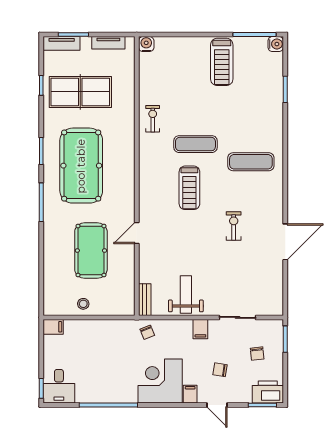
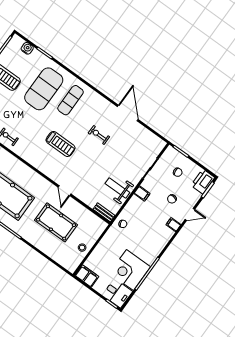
water cooler: (276, 44) -> (27, 48), moved
exercise mat: (195, 144) -> (44, 89), moved, width x2.00, depth x1.45
filing cabinet: (53, 327) -> (87, 276), width x2.00
corner desk: (160, 381) -> (130, 270), moved

